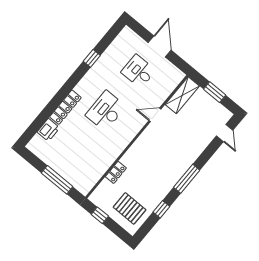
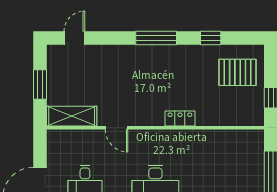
locker: (116, 172) -> (180, 118), moved
pallet: (130, 208) -> (238, 72), turned 90

